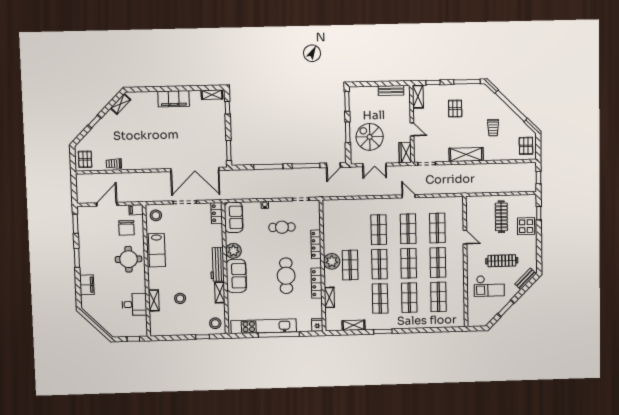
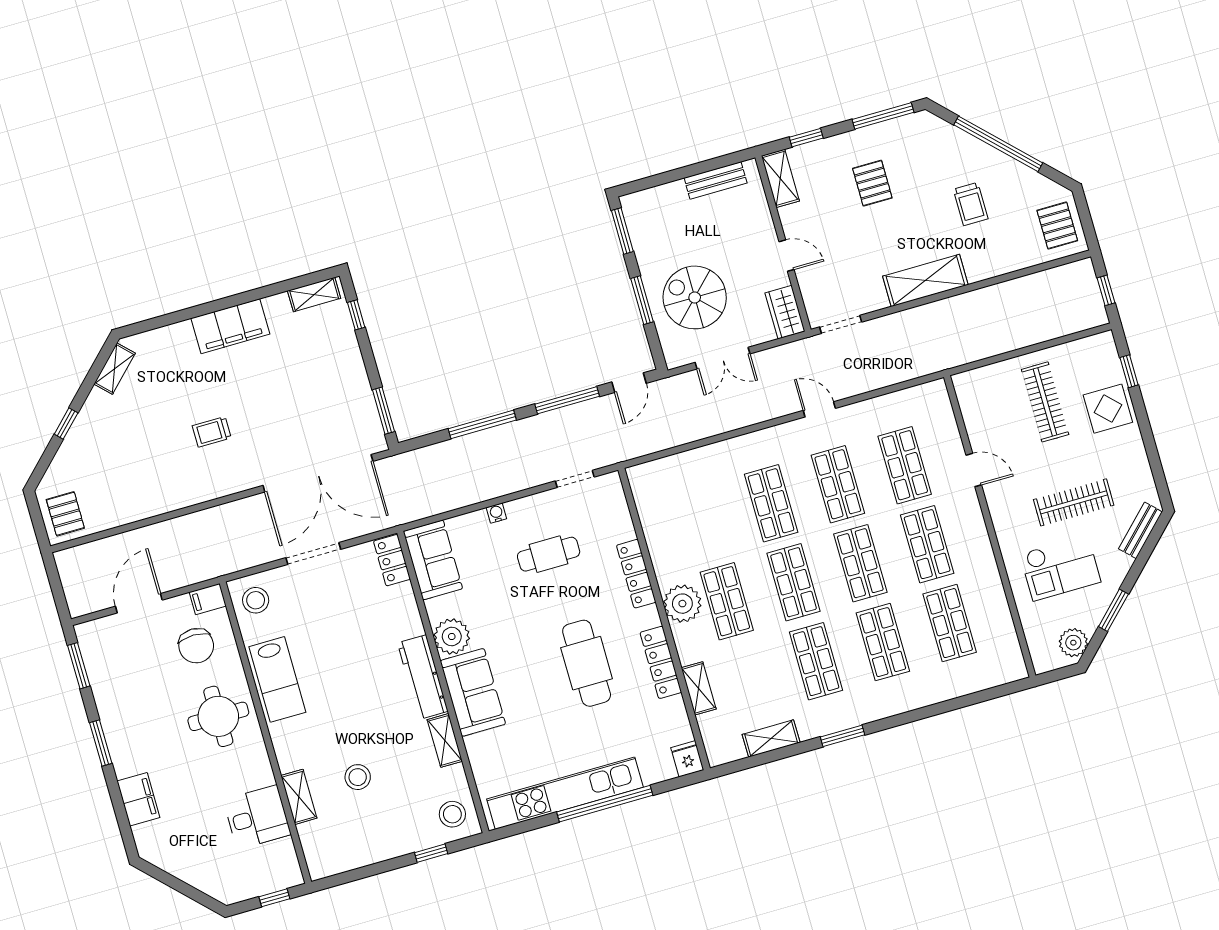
trolley: (114, 164) -> (212, 432), moved
plant: (486, 317) -> (1073, 643), added

